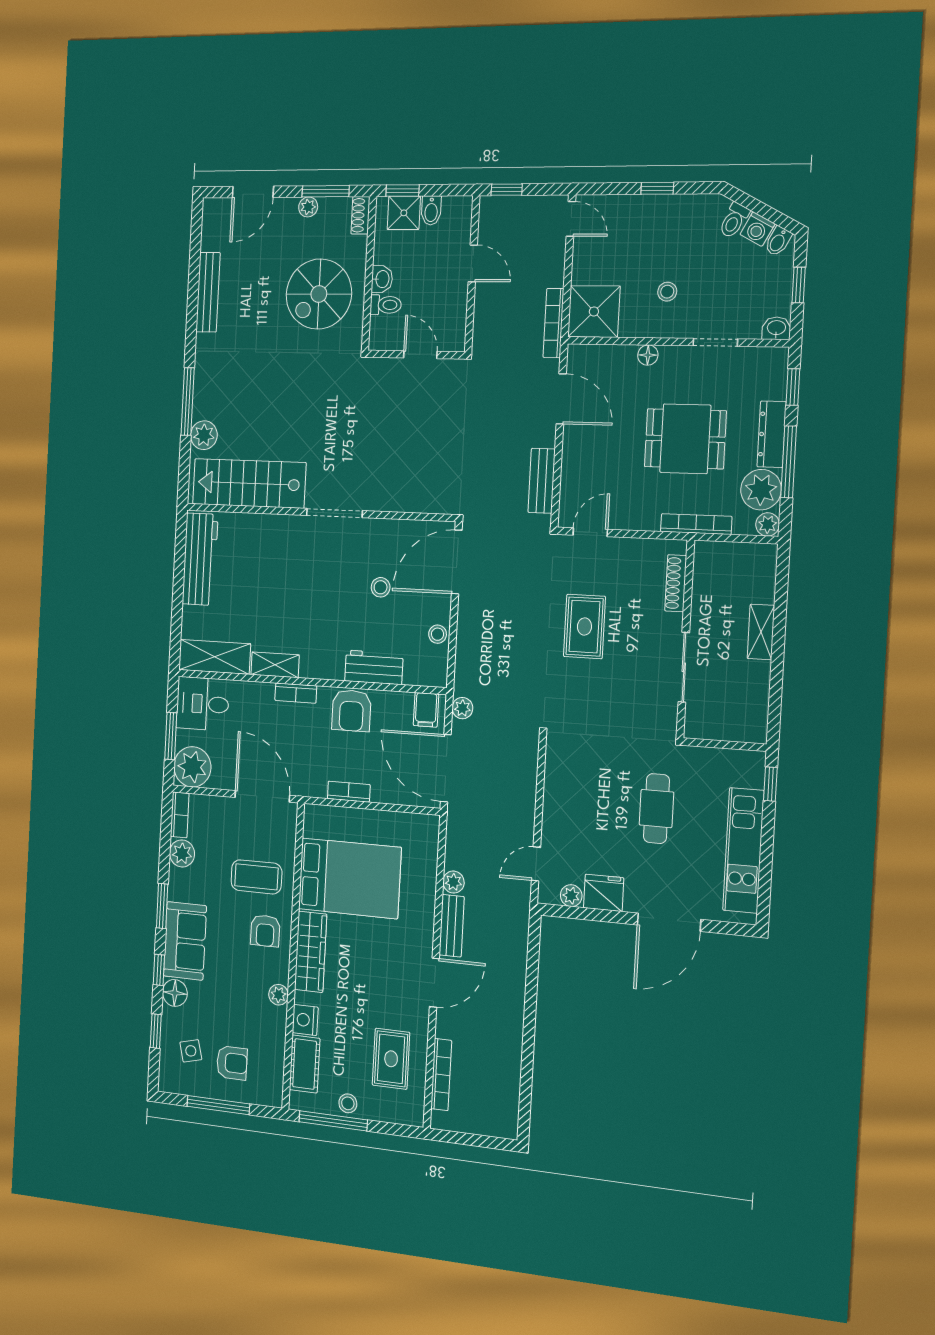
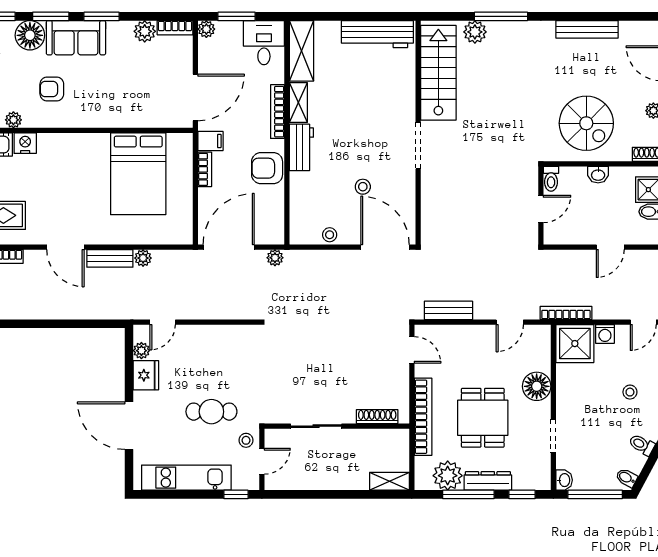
washing machine: (758, 229) -> (605, 334), moved, turned -118
window: (799, 285) -> (595, 494), width x2.17
stool: (667, 292) -> (630, 392), moved
spiral stairs: (319, 294) -> (586, 123), turned 180
toilet: (386, 305) -> (551, 179), moved
floor lamp: (648, 355) -> (537, 386), width x1.89, depth x1.89
door: (561, 399) -> (510, 322), width x0.73
bookcase: (696, 524) -> (423, 417), width x1.48, depth x1.31
plant: (768, 524) -> (423, 482), removed
rug: (584, 626) -> (342, 349), removed
shelving: (761, 632) -> (390, 481), moved
workbench: (374, 667) -> (301, 147), moved
bookcase: (296, 693) -> (277, 112), width x1.56
filing cabinet: (426, 710) -> (210, 141), moved, turned 180
door: (727, 745) -> (262, 461), added
stool: (698, 764) -> (246, 440), added
plant: (192, 767) -> (206, 29), width x0.53, depth x0.53
door: (536, 864) -> (163, 322), swing flipped
coffee table: (256, 877) -> (132, 96), removed
armchair: (265, 931) -> (52, 89), moved
wardrobe: (311, 952) -> (78, 145), removed
window: (159, 970) -> (51, 16), width x1.50
floor lamp: (175, 993) -> (30, 35), width x1.38, depth x1.38
plant: (279, 995) -> (13, 120), moved

